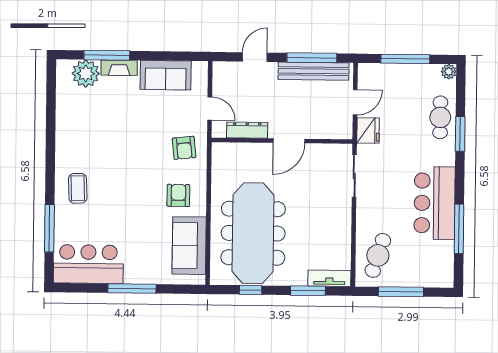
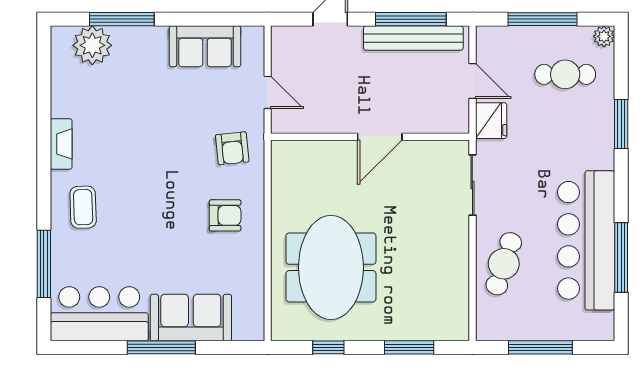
fireplace: (119, 68) -> (61, 144), moved, turned -90
door: (355, 102) -> (472, 81), hinge flipped
cafe table: (440, 117) -> (565, 74), moved, turned 90
dresser: (247, 130) -> (321, 122), removed
armchair: (178, 195) -> (225, 215), turned 90
bar counter: (435, 203) -> (586, 240), width x1.36
meeting table: (253, 233) -> (331, 267), width x0.73
sofa: (189, 246) -> (191, 318), moved, turned 90
cafe table: (378, 255) -> (504, 264), moved
tv unit: (329, 278) -> (439, 329), removed

